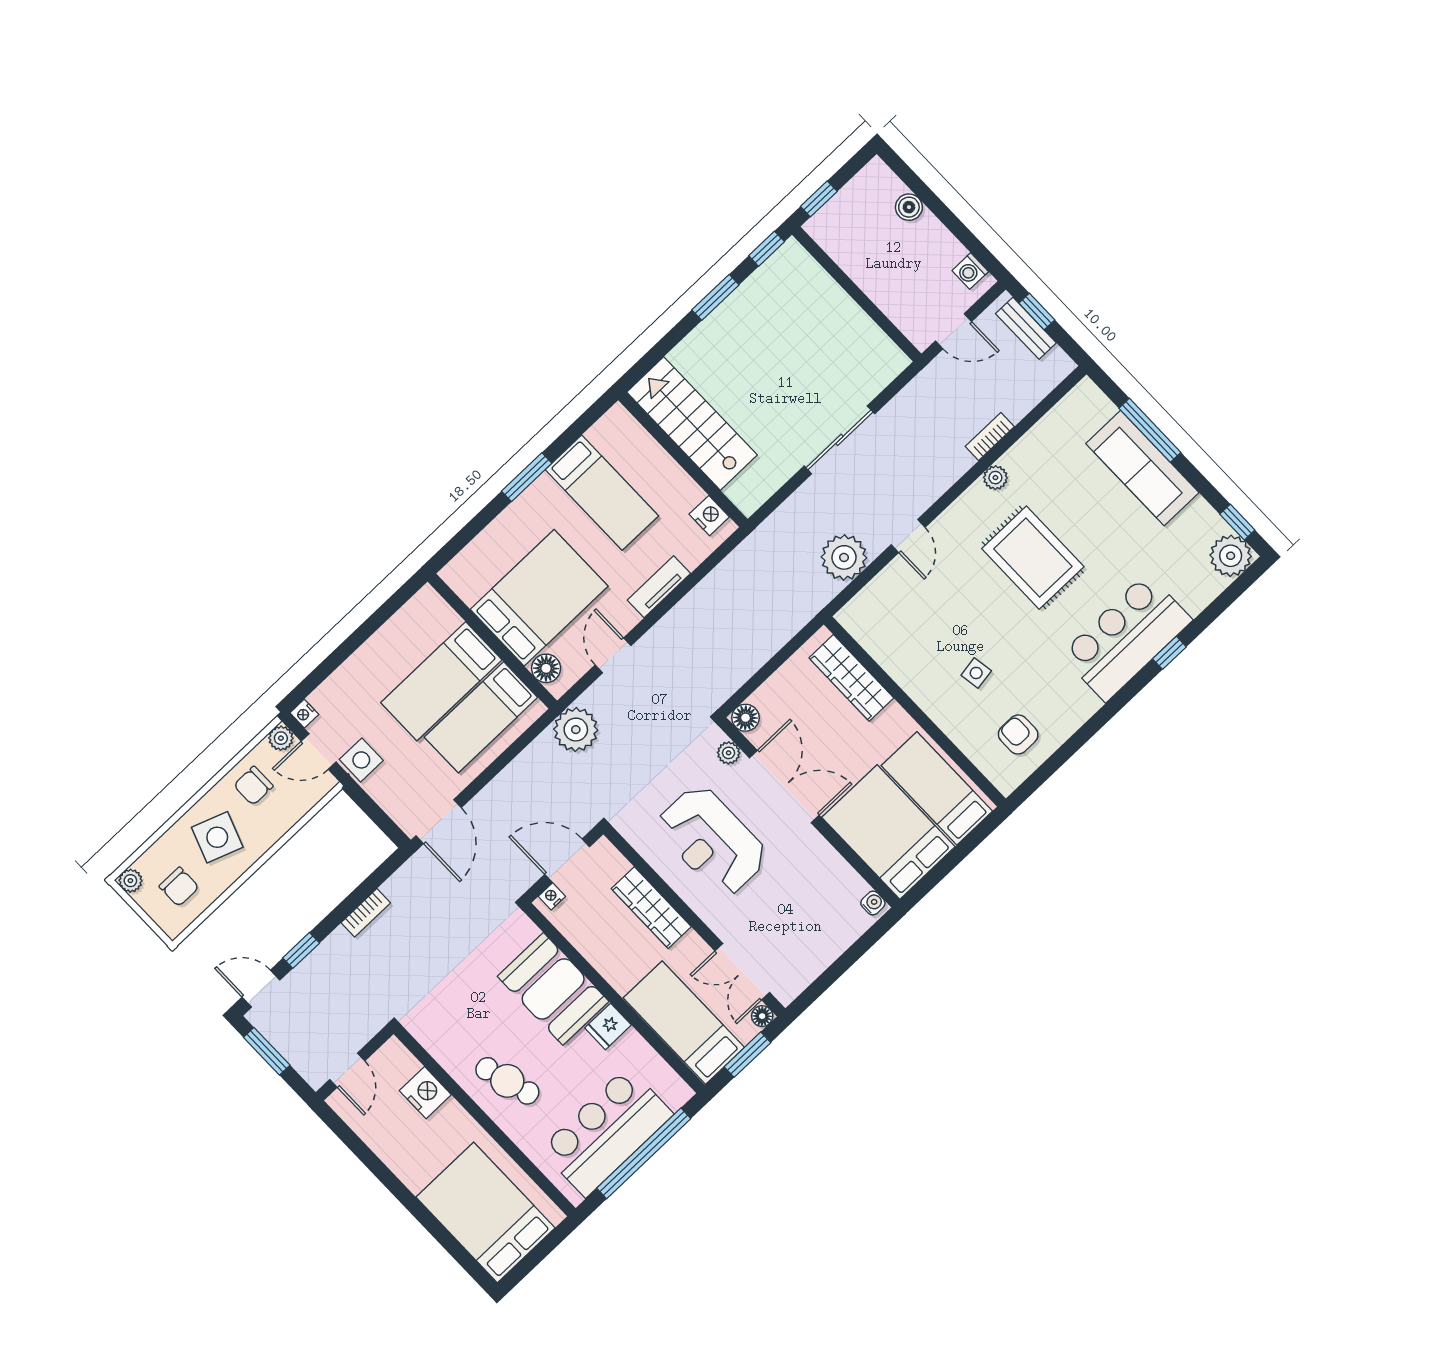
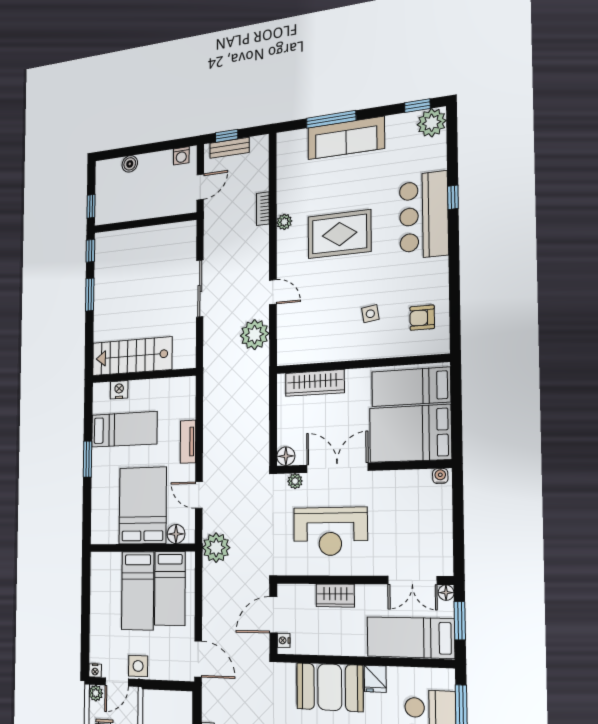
nightstand: (709, 516) -> (119, 390), moved
wardrobe: (651, 908) -> (335, 596), width x0.67

